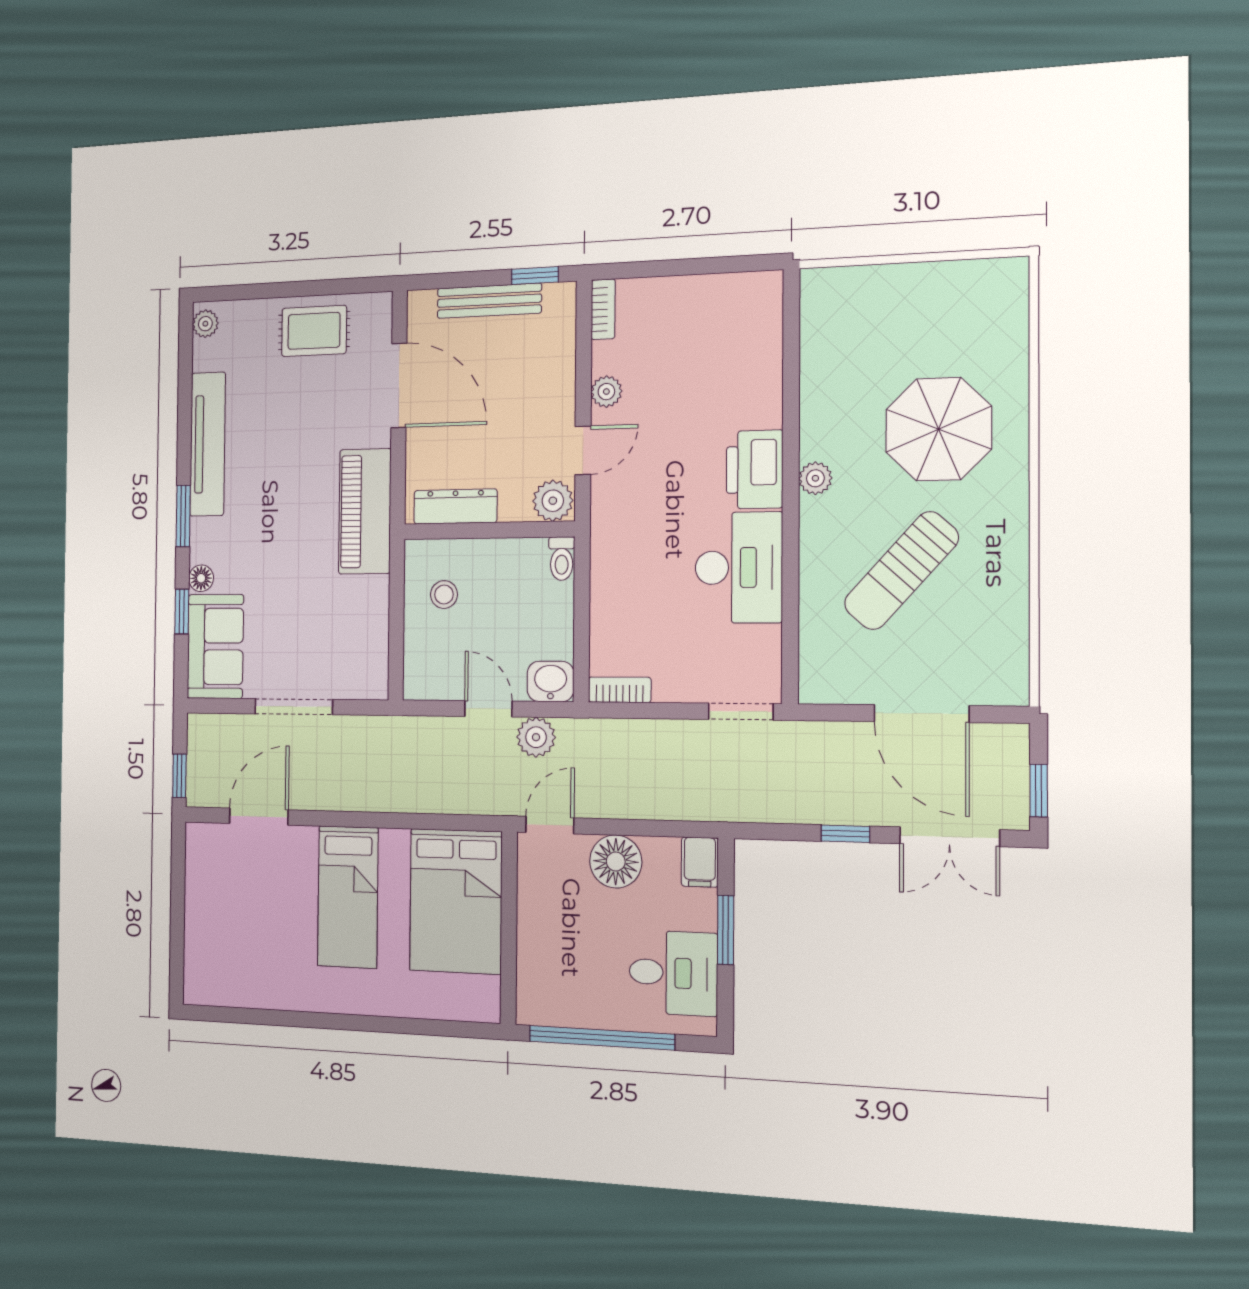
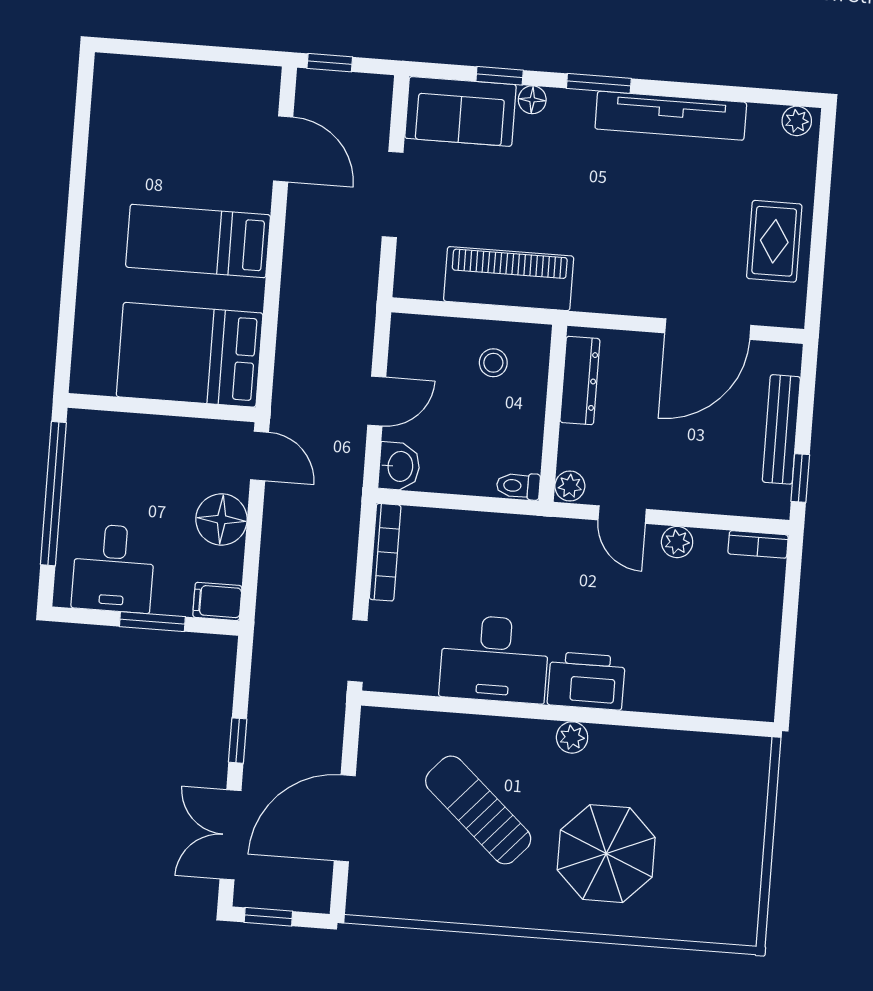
plant: (553, 501) -> (570, 486), width x0.73, depth x0.73
piano: (365, 511) -> (509, 279), moved
bookcase: (620, 690) -> (385, 552), width x1.56
plant: (536, 737) -> (346, 448), removed

